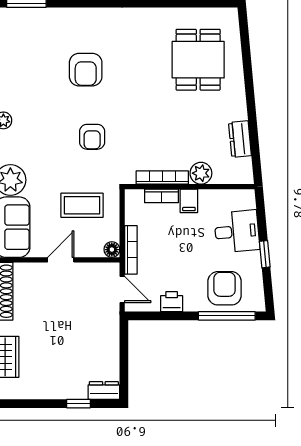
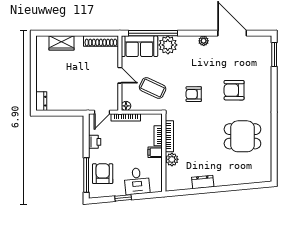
dining table: (198, 60) -> (242, 136), moved
dresser: (240, 139) -> (203, 182), moved
coffee table: (82, 205) -> (153, 88), turned -65
armchair: (225, 288) -> (103, 174), turned -90
window: (78, 404) -> (33, 86), removed

